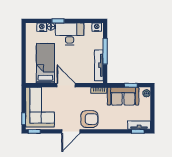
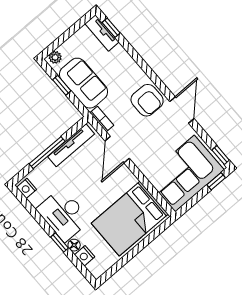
bed: (45, 63) -> (130, 219), width x1.50
door: (66, 85) -> (117, 150), moved
armchair: (89, 119) -> (147, 100), turned 180
door: (71, 131) -> (182, 110), hinge flipped

